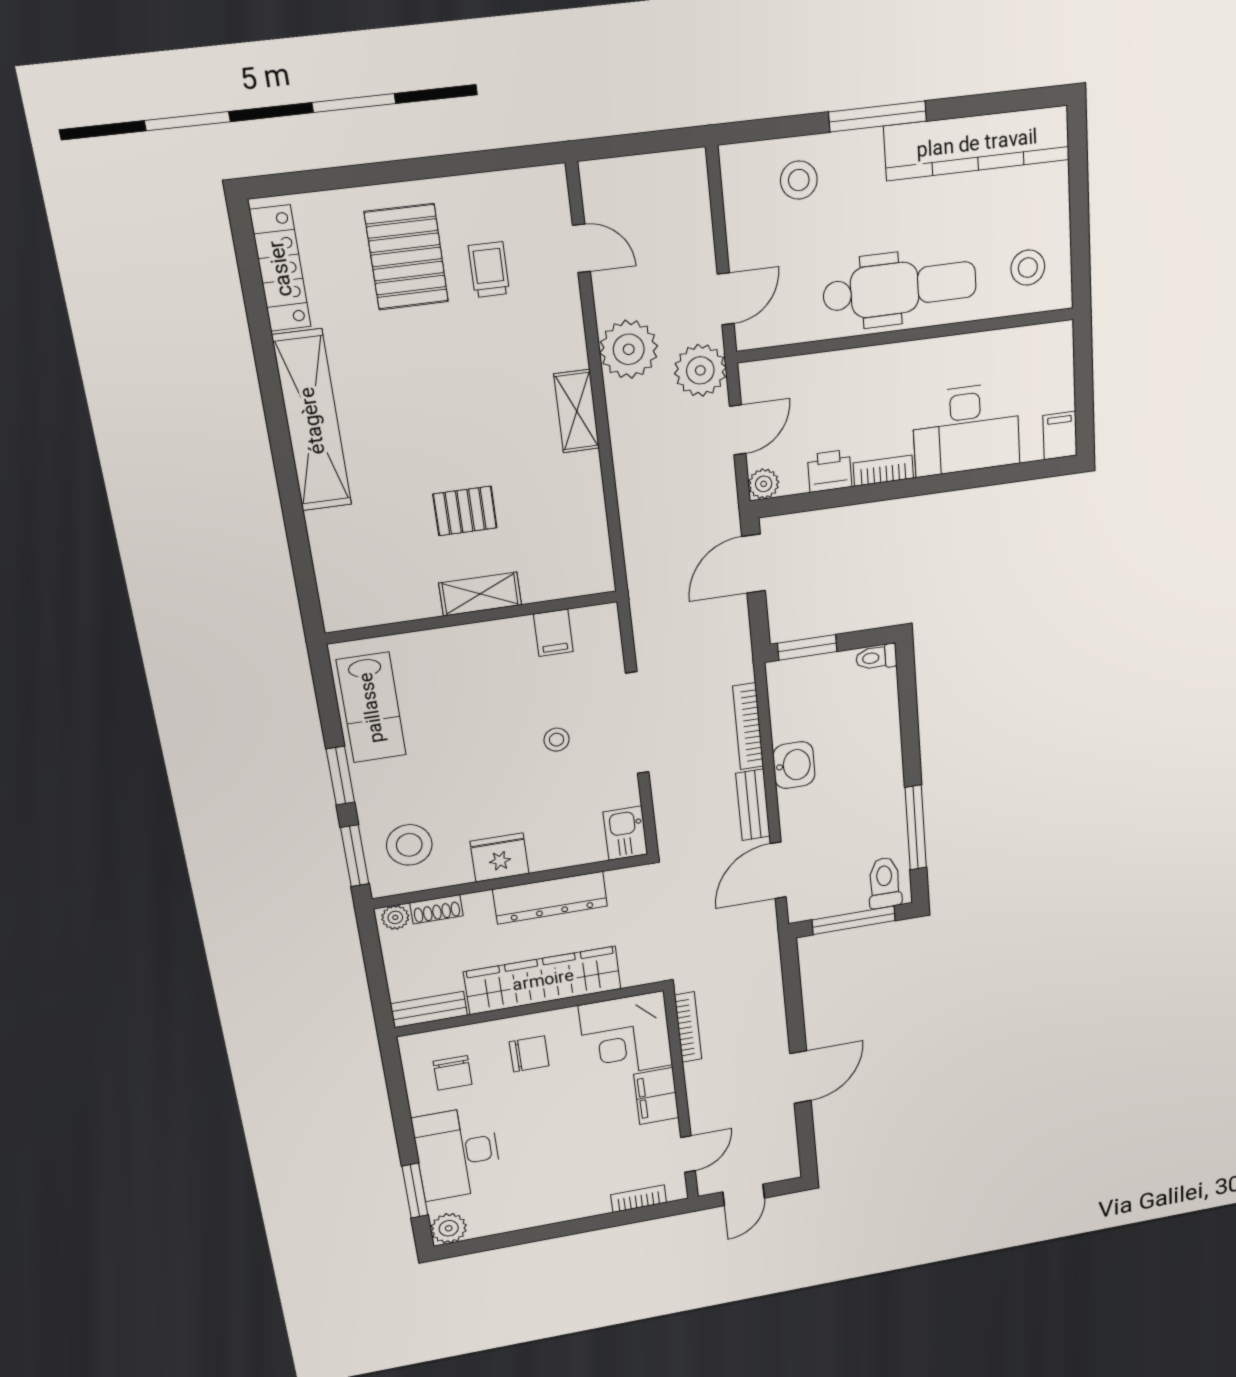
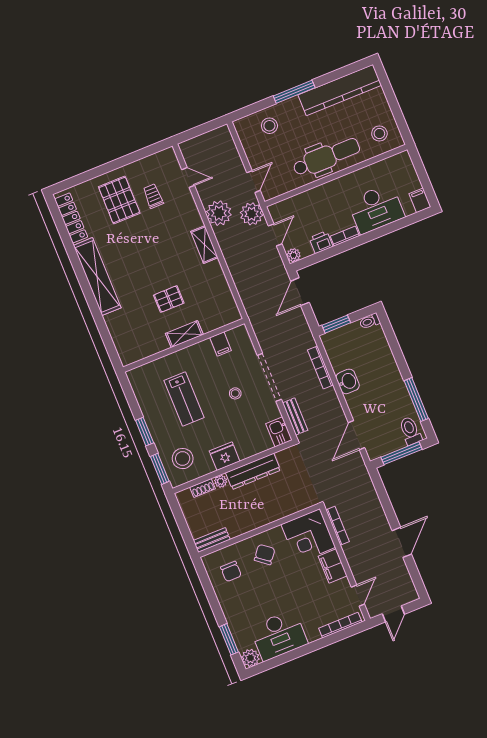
lab bench: (371, 708) -> (184, 399), moved
bench: (753, 805) -> (295, 417), moved
plant: (395, 917) -> (221, 481), moved
wardrobe: (543, 980) -> (261, 514), removed
chair: (529, 1054) -> (265, 554), turned -52
desk: (457, 1153) -> (279, 635), moved, turned -90
bookcase: (639, 1199) -> (340, 625), width x1.56

